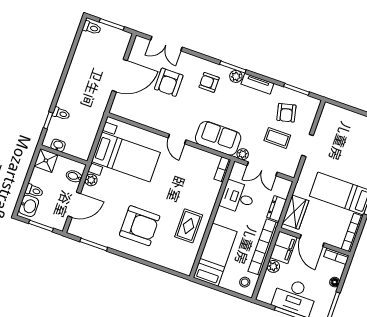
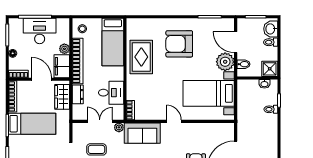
plant: (91, 180) -> (225, 62), width x1.88, depth x1.88
door: (74, 205) -> (236, 42), hinge flipped
rug: (189, 226) -> (141, 57), width x1.36, depth x1.43

